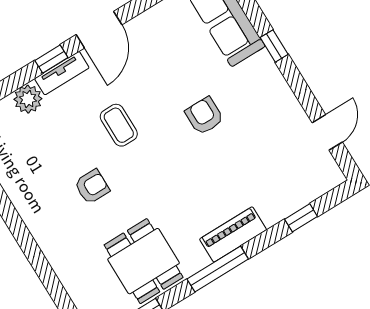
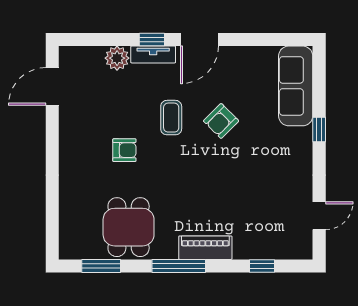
armchair: (204, 116) -> (221, 121), moved, turned -135

